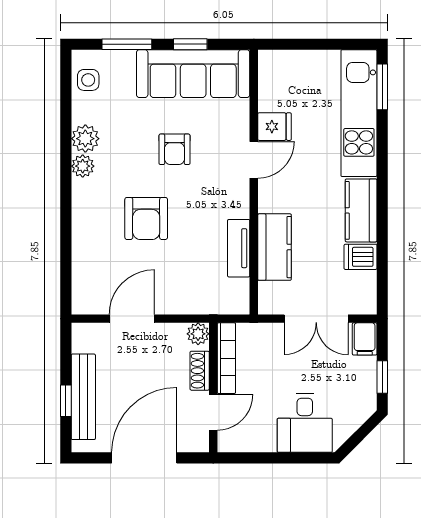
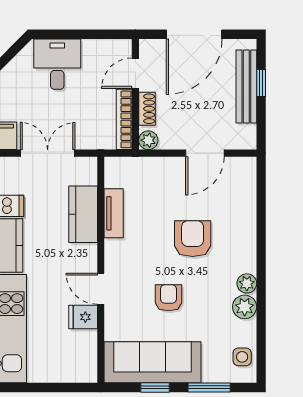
door: (254, 160) -> (101, 289), hinge flipped

